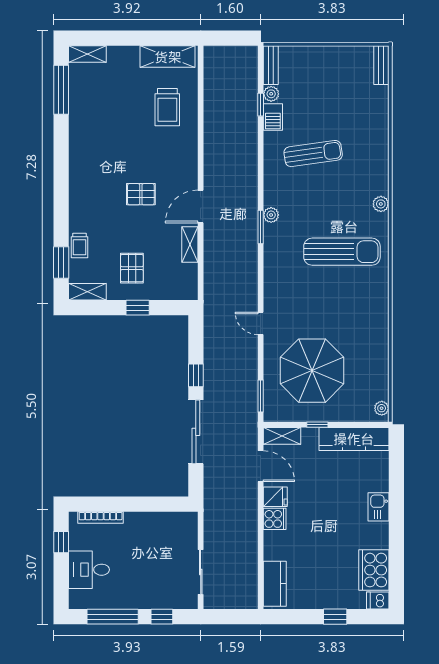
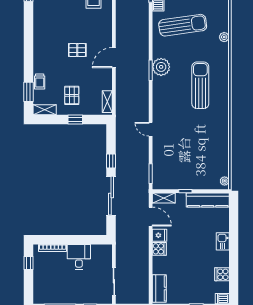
sun lounger: (313, 154) -> (183, 25), width x1.36, depth x1.34
plant: (381, 204) -> (224, 37), moved
plant: (271, 215) -> (161, 67), width x1.88, depth x1.88
shelving: (190, 245) -> (107, 102), moved
sun lounger: (342, 252) -> (200, 85), turned -90
parasol: (312, 371) -> (182, 158), removed
desk: (89, 570) -> (79, 257), moved, turned 90
cooker: (374, 570) -> (222, 274), width x0.53, depth x0.76

